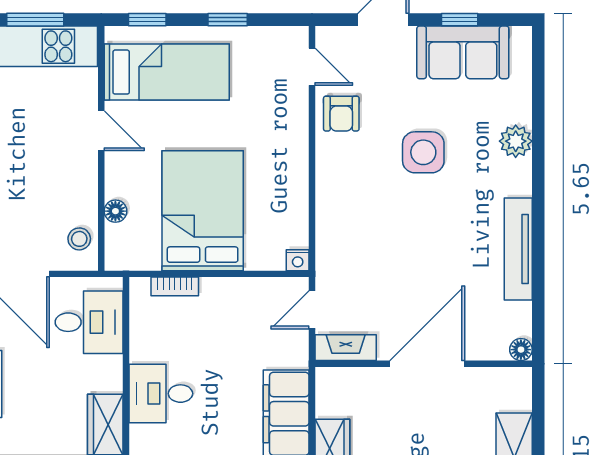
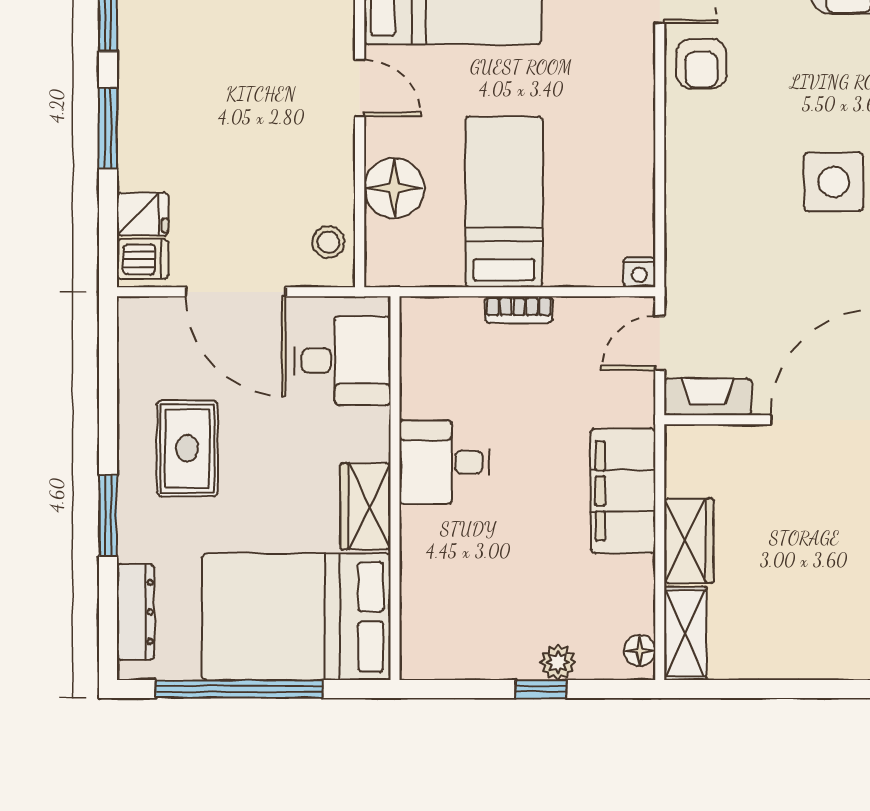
side table: (423, 152) -> (834, 182), moved
floor lamp: (115, 211) -> (394, 188), width x1.89, depth x1.89
bed: (203, 211) -> (504, 202), width x0.67
bookcase: (175, 286) -> (519, 310), moved

